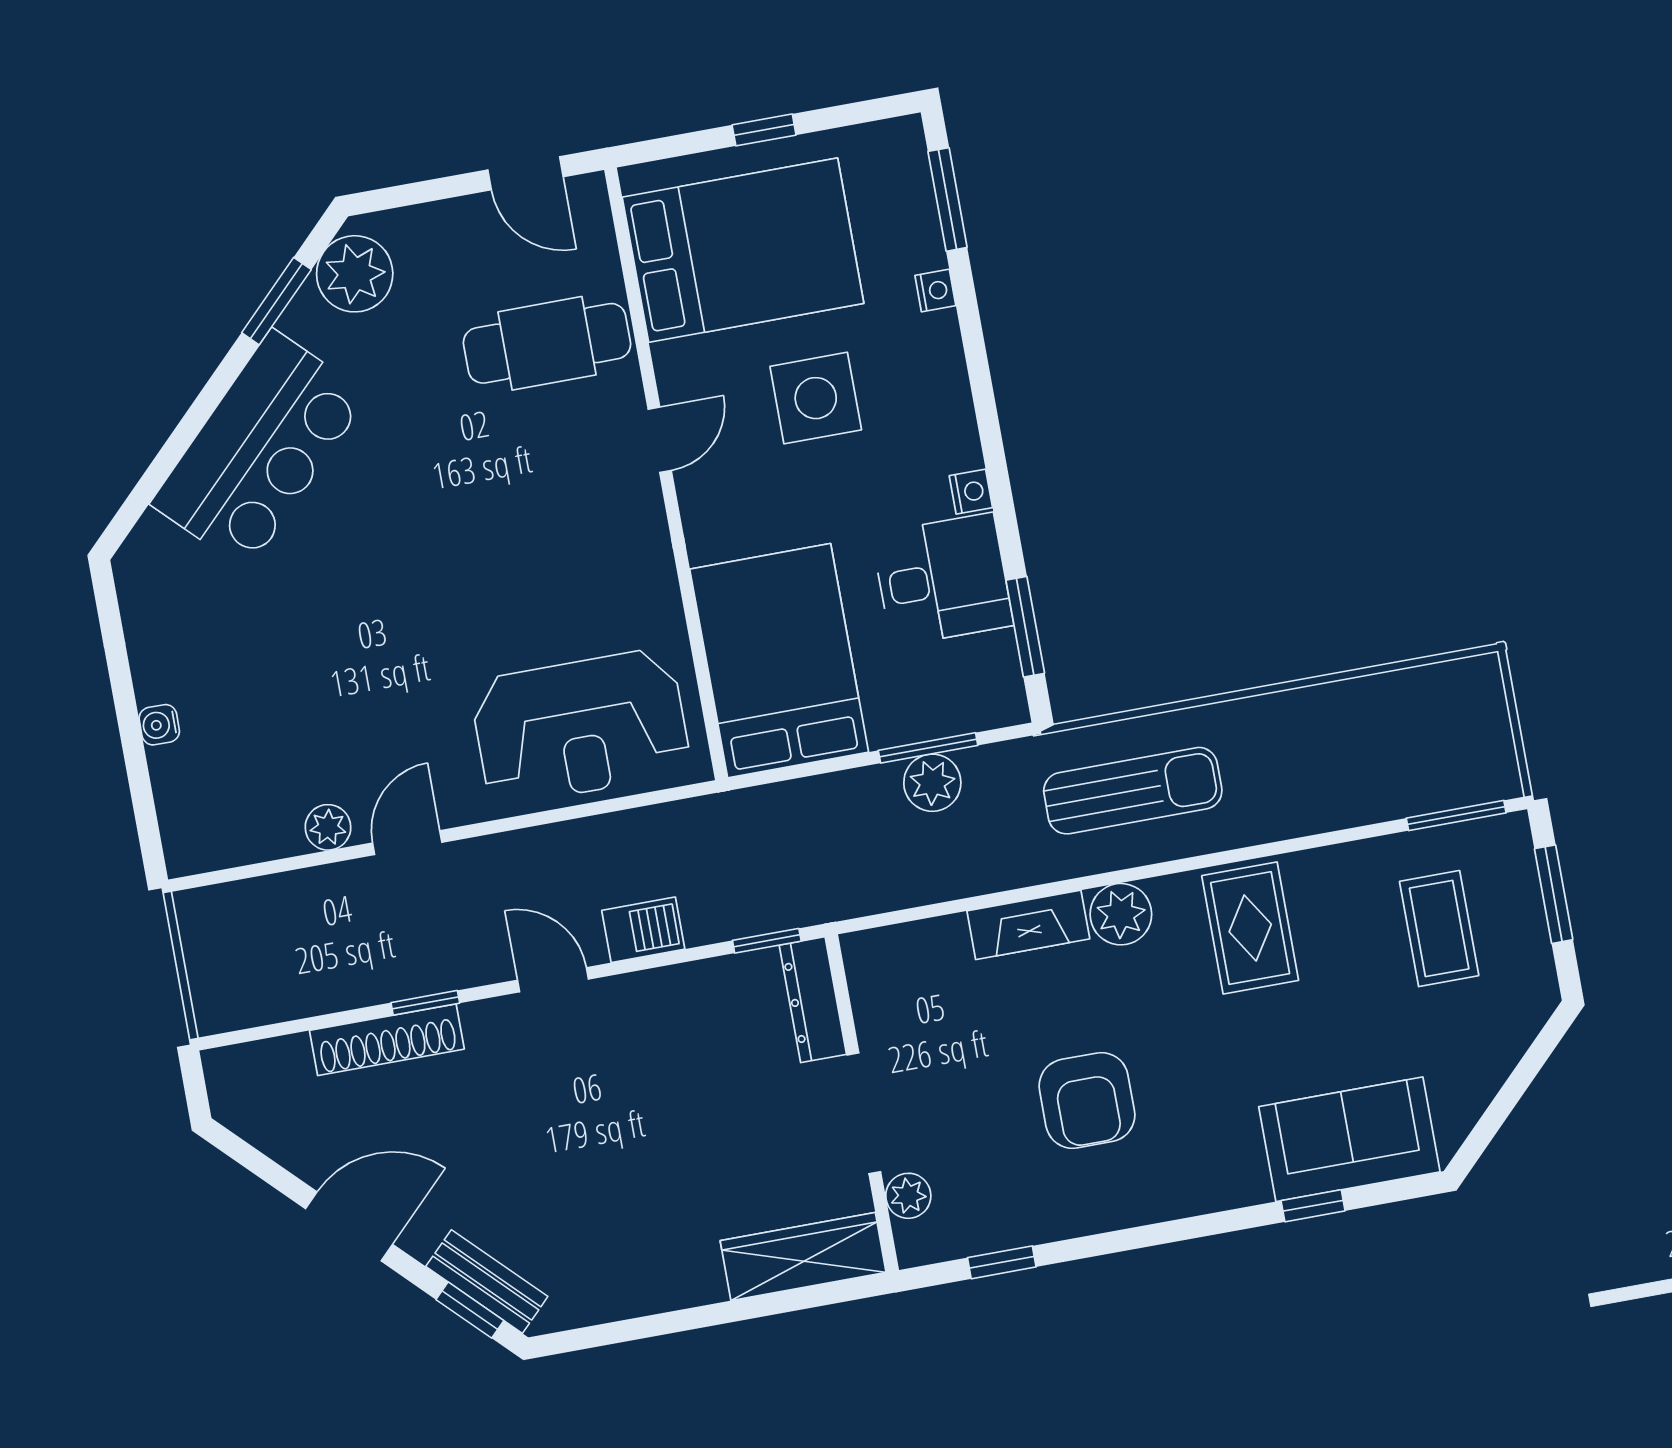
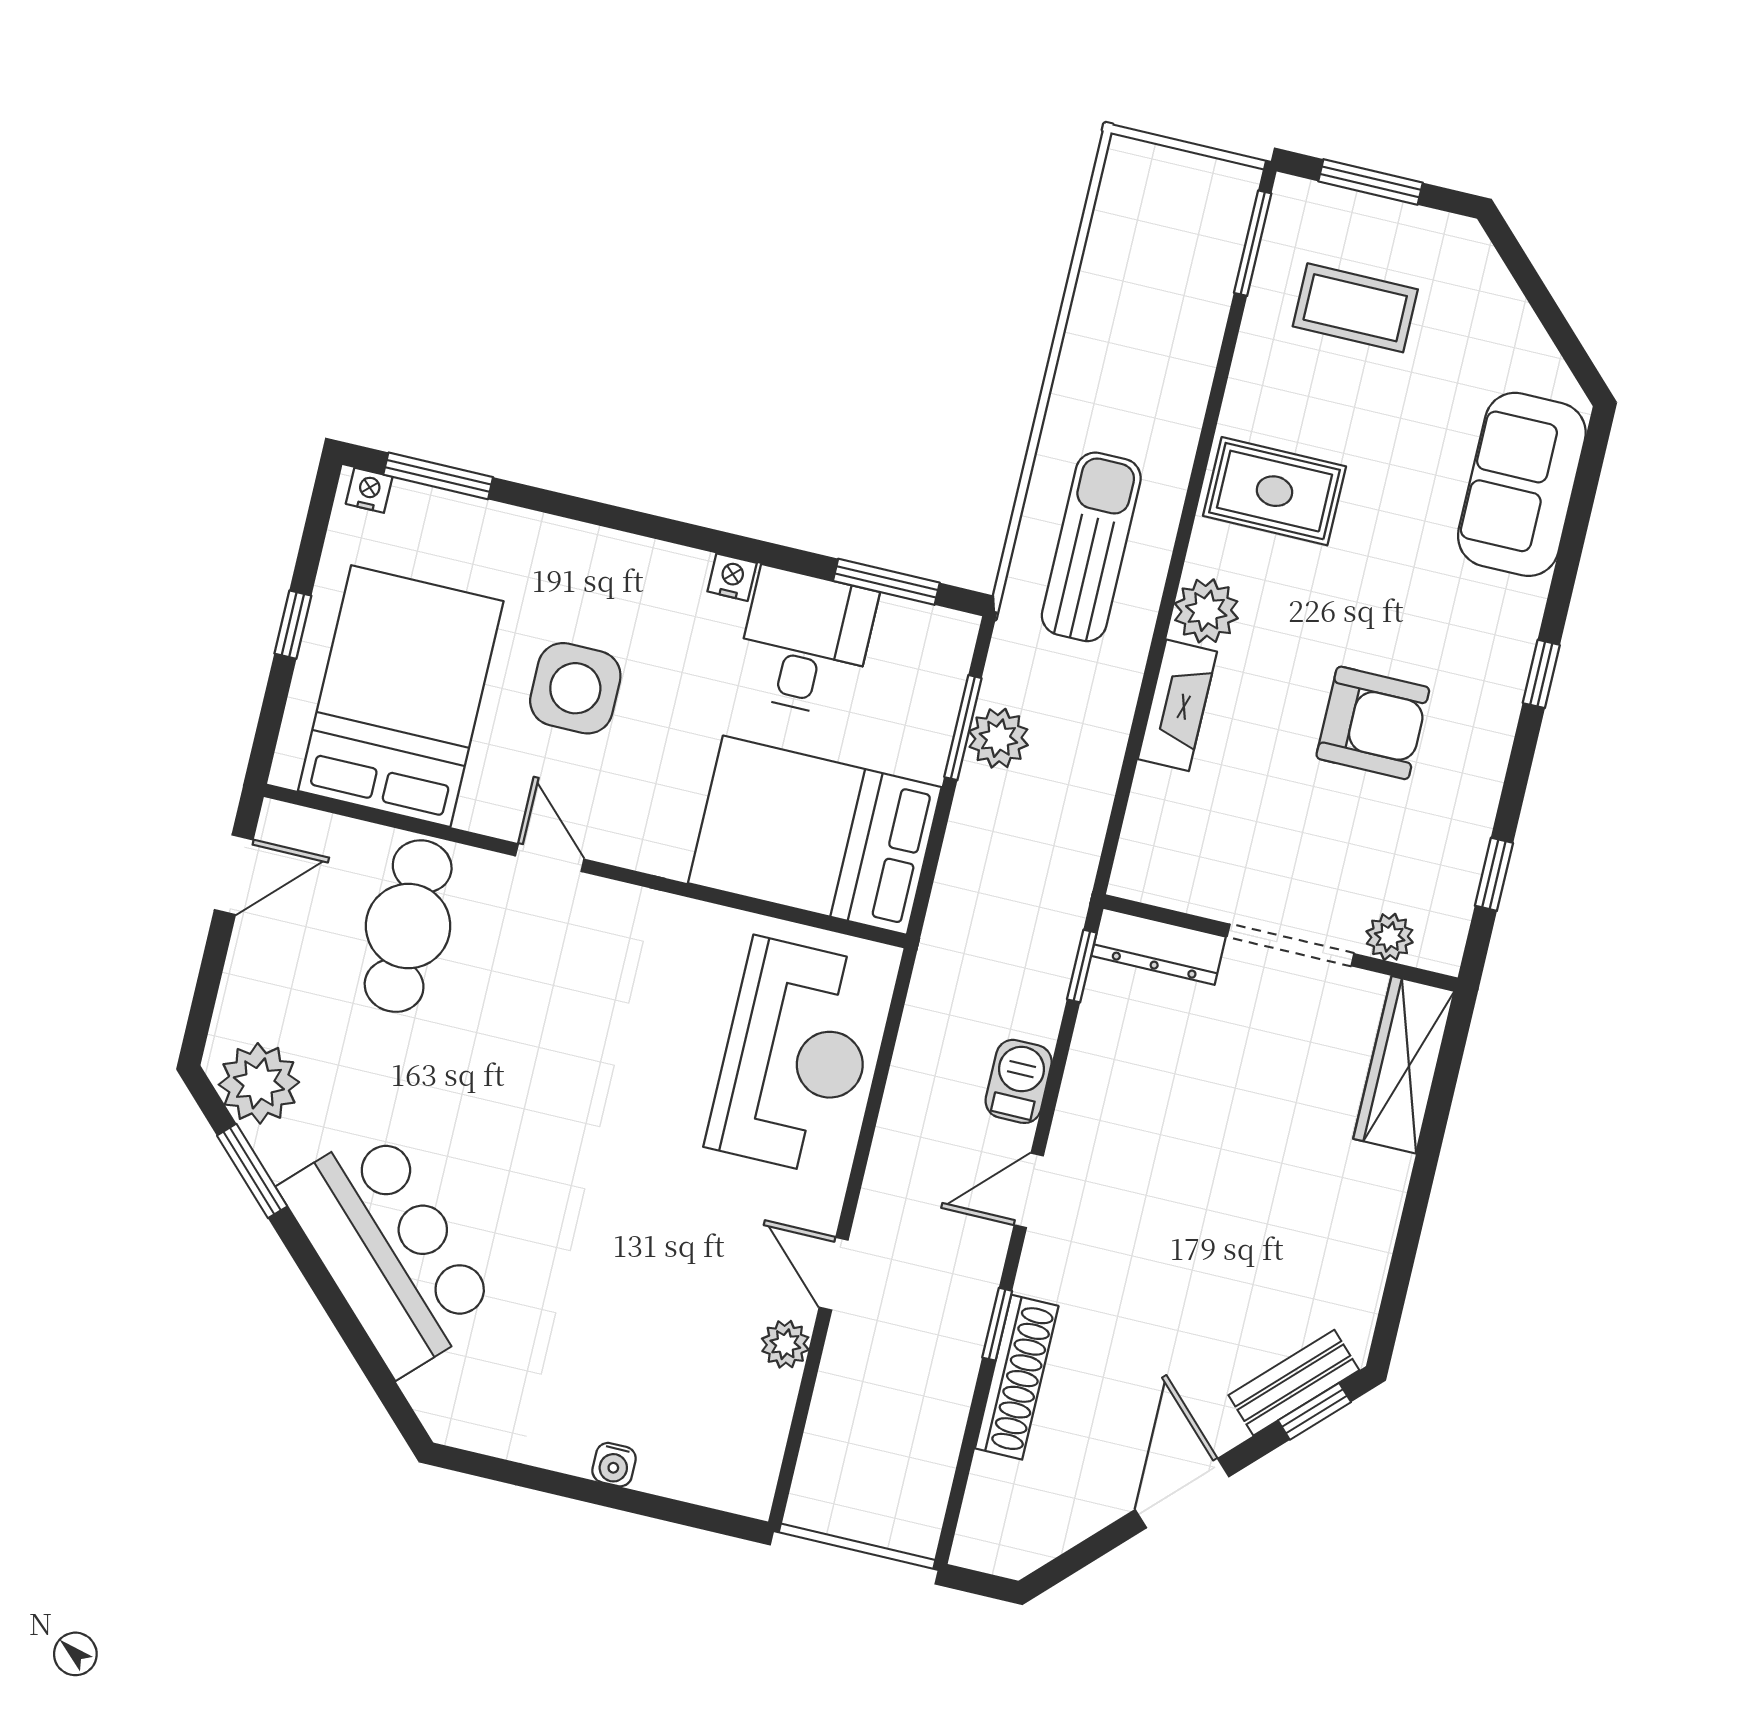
nightstand: (935, 291) -> (369, 490), moved
window: (1313, 1206) -> (1541, 674), moved

